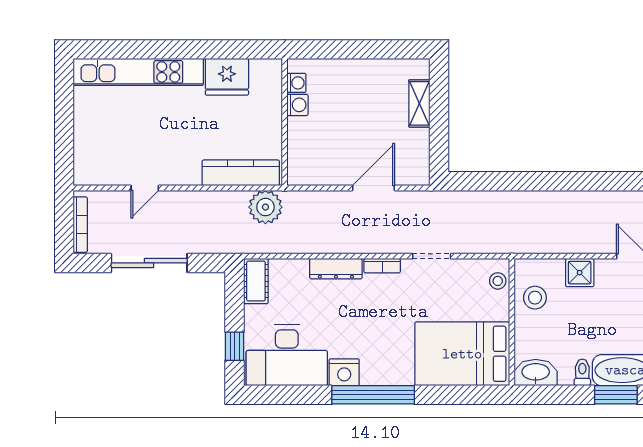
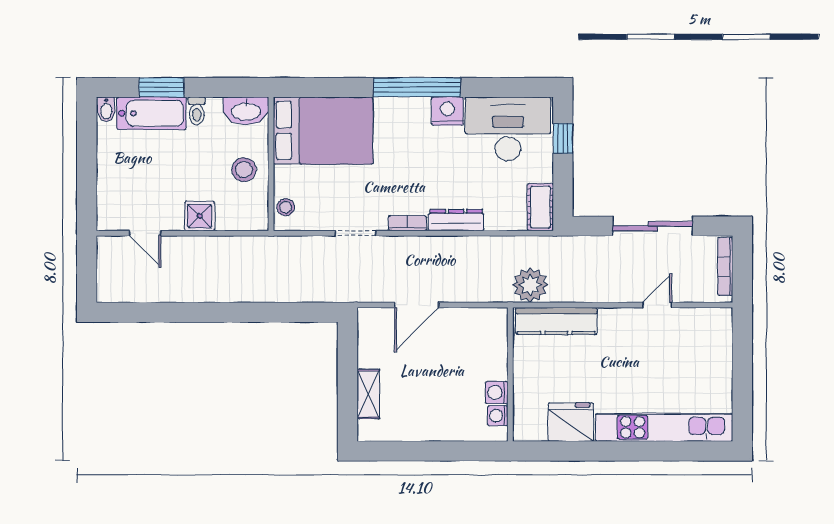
stool: (535, 298) -> (244, 170), moved

